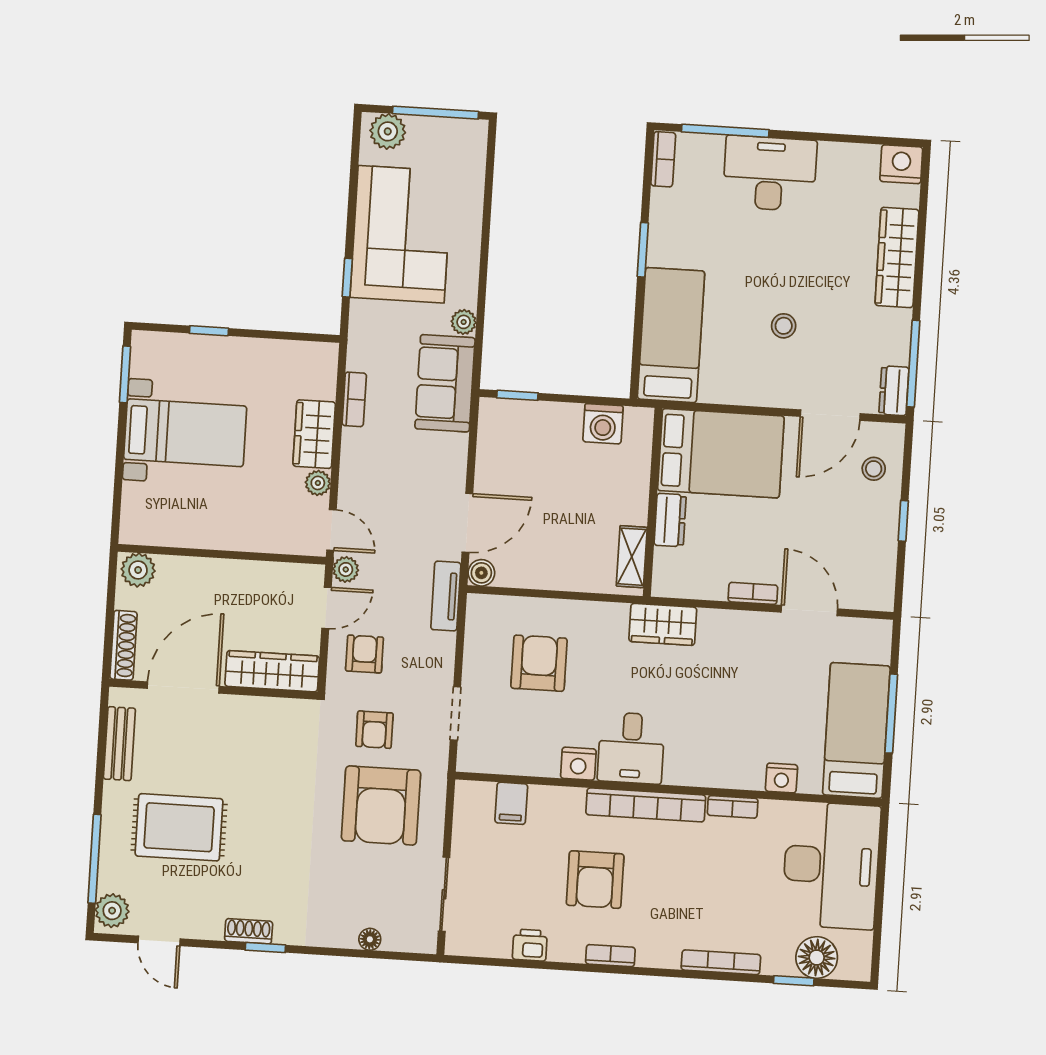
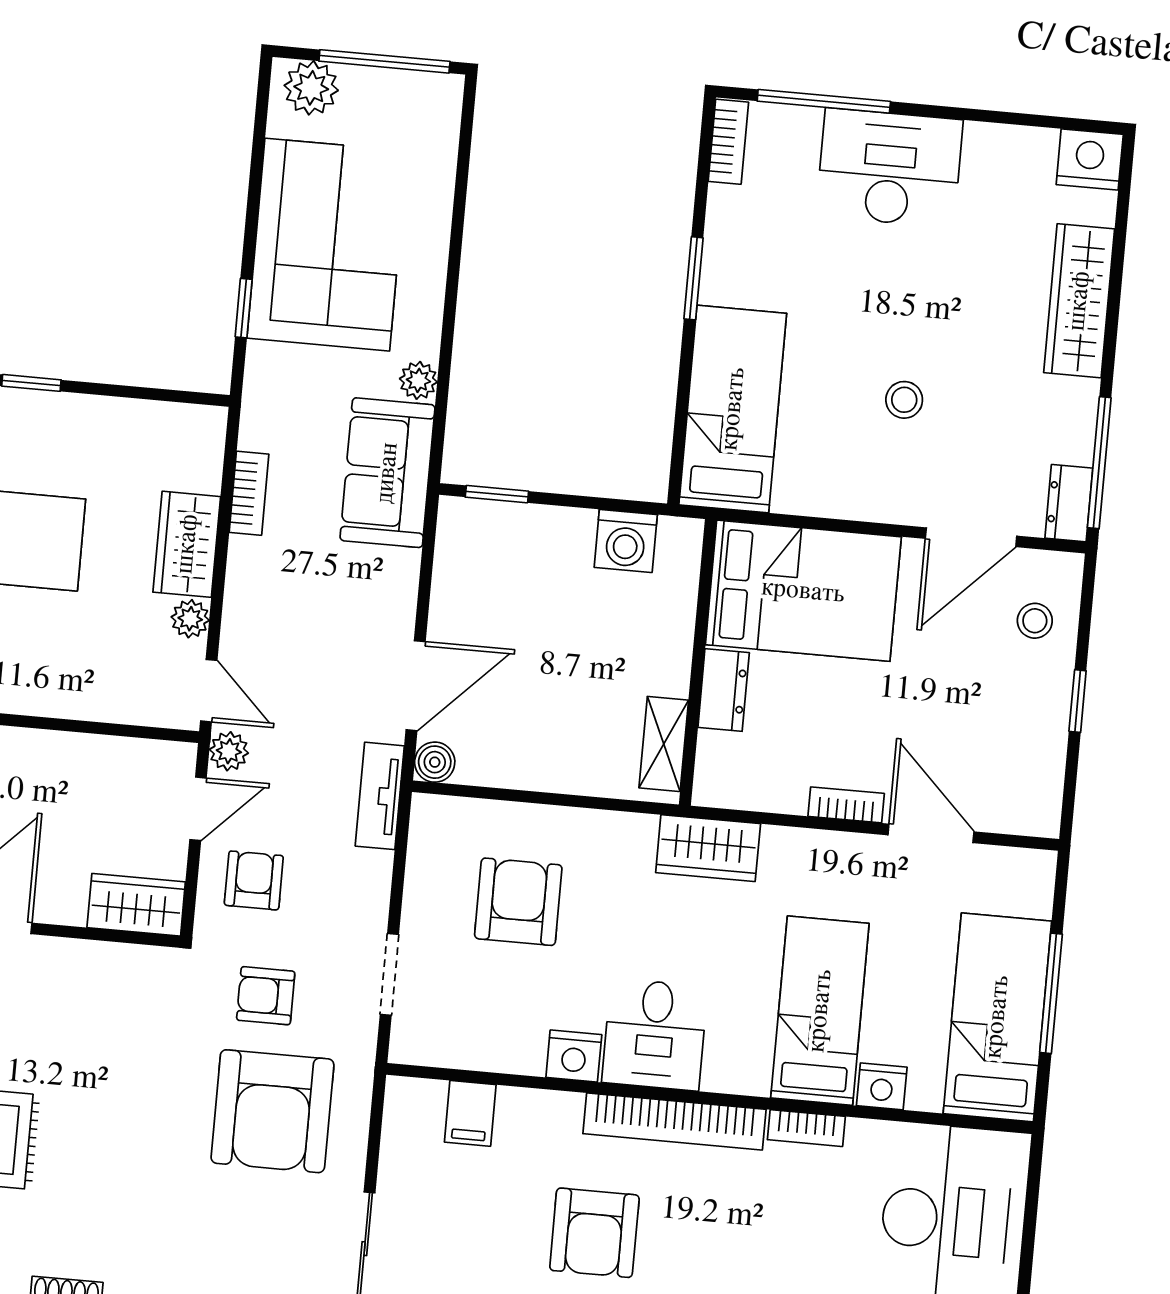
wardrobe: (272, 671) -> (136, 905), width x0.67
bed: (739, 729) -> (820, 1011), added
armchair: (374, 730) -> (266, 996), turned 90

